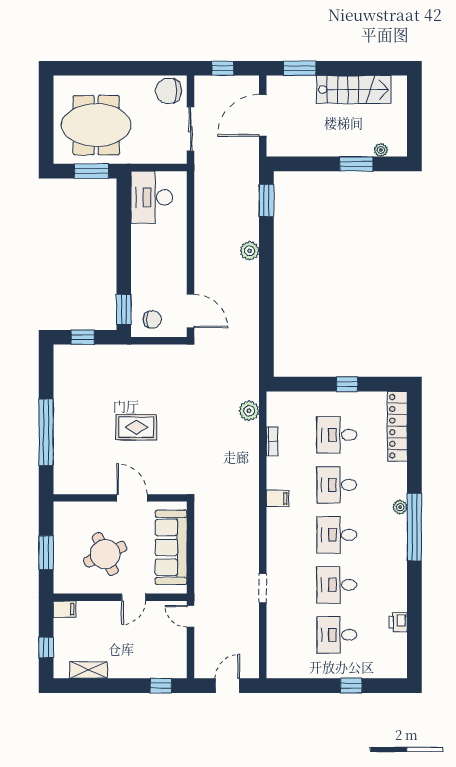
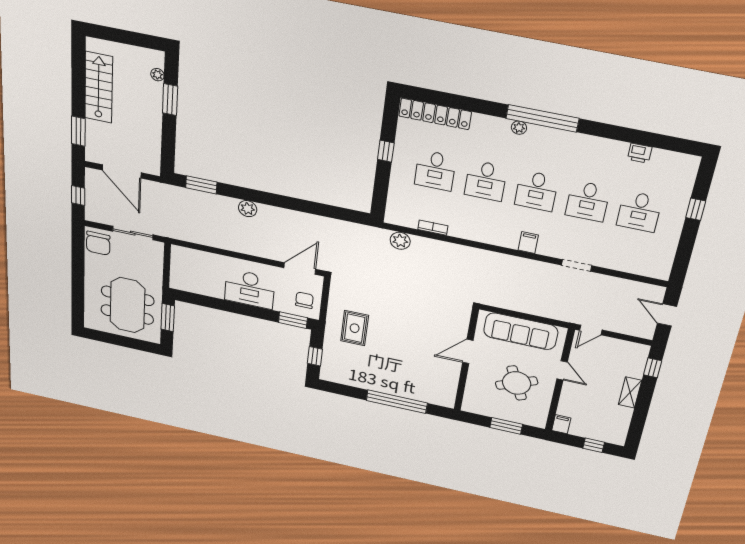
desk: (152, 197) -> (250, 289), moved
rug: (136, 427) -> (355, 328), moved
filing cabinet: (277, 498) -> (528, 243), moved
shelving: (89, 670) -> (630, 392), moved

